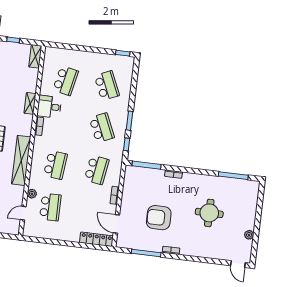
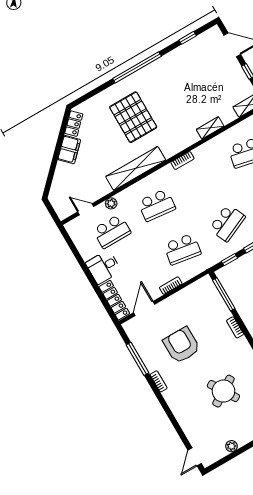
shelving: (30, 103) -> (210, 128), moved
desk: (49, 107) -> (103, 267), moved, turned -90
round table: (209, 213) -> (223, 391), turned -32

